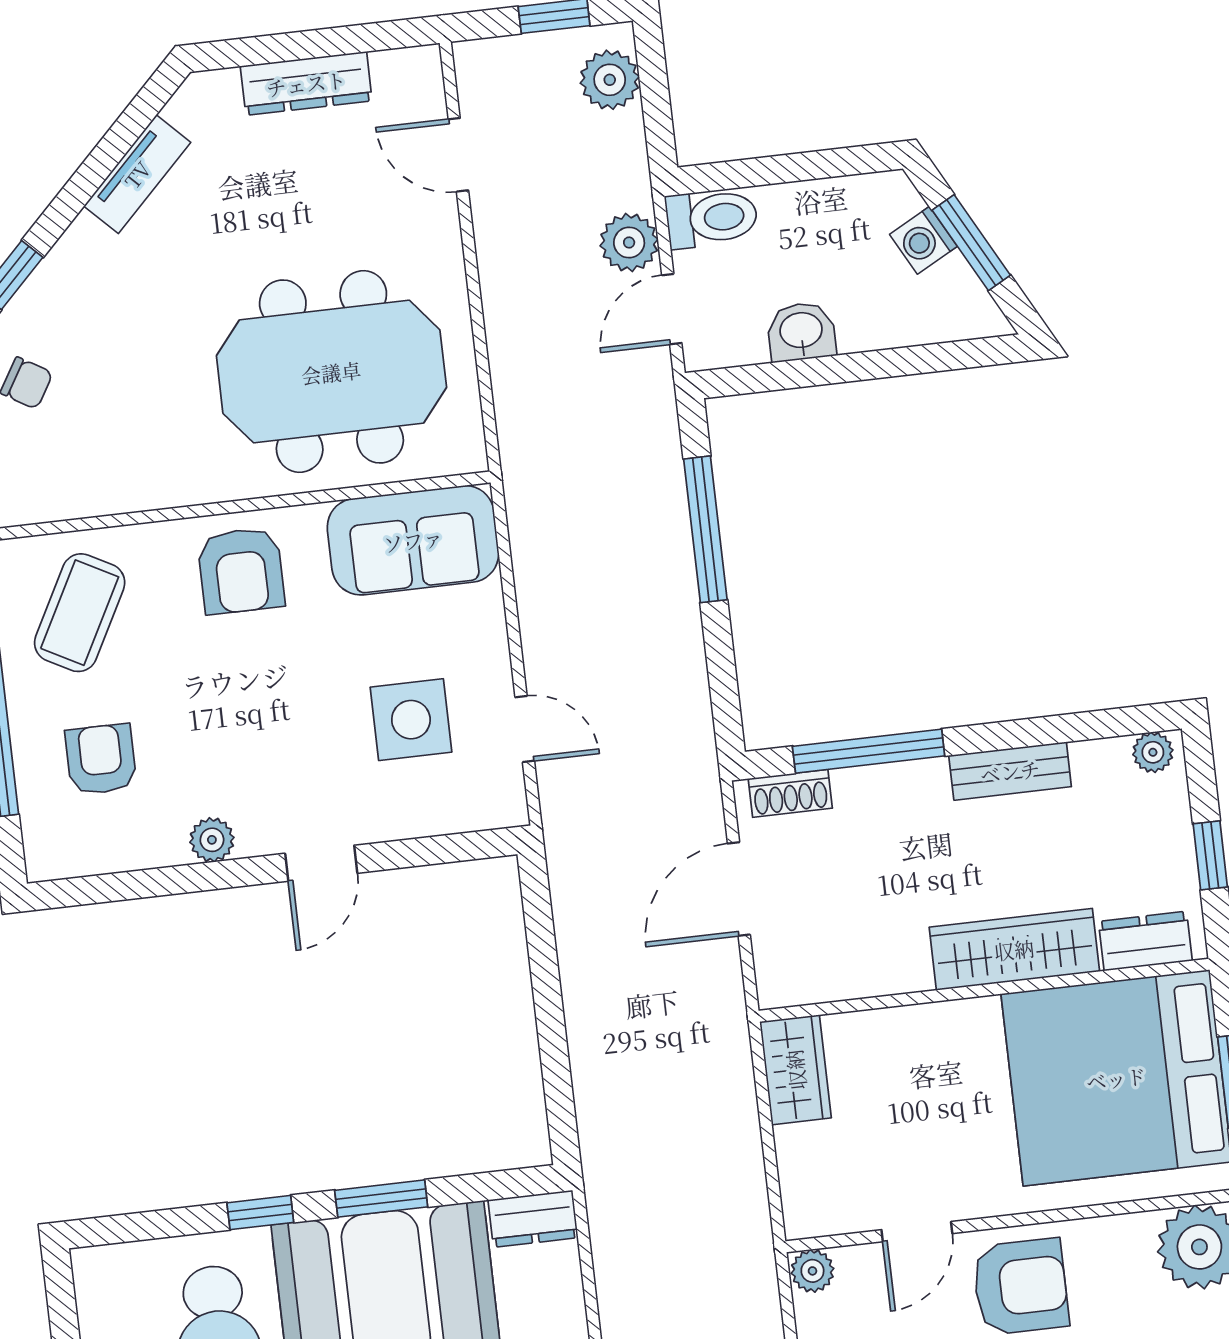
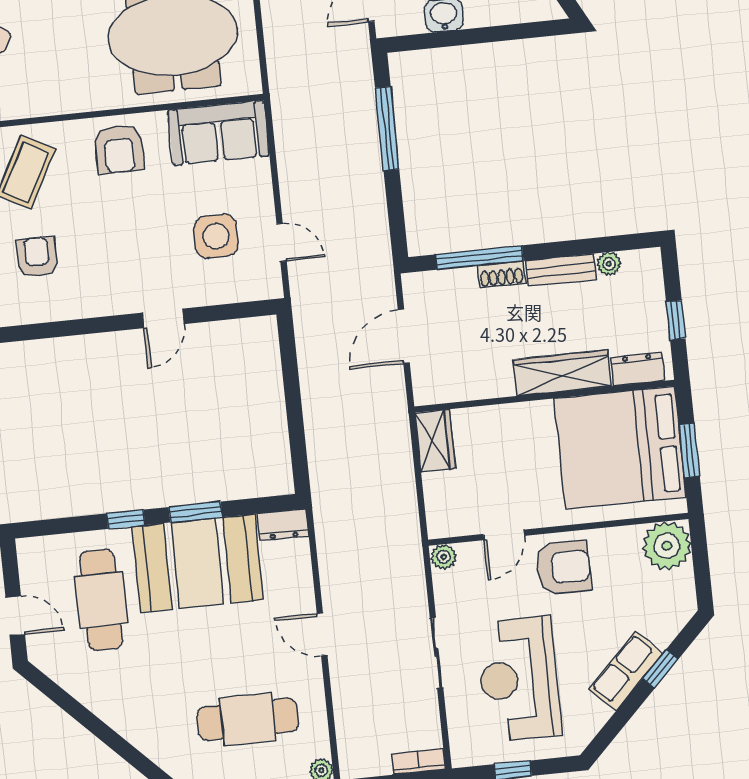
plant: (1153, 752) -> (609, 264), moved
shoe rack: (790, 793) -> (501, 274), moved
plant: (212, 840) -> (100, 304), removed

